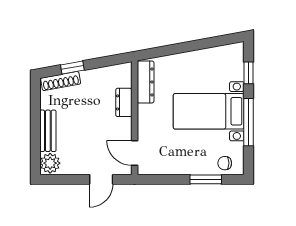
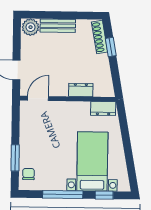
dresser: (146, 82) -> (103, 108), width x0.70
bed with nightstands: (209, 111) -> (92, 161), moved

